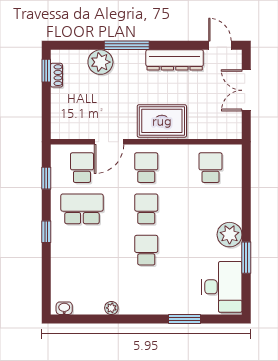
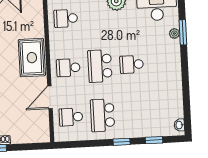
door: (109, 142) -> (50, 97), swing flipped
window: (46, 178) -> (154, 140), moved
school desk: (146, 209) -> (100, 66), width x1.85
plant: (111, 308) -> (174, 33), moved

